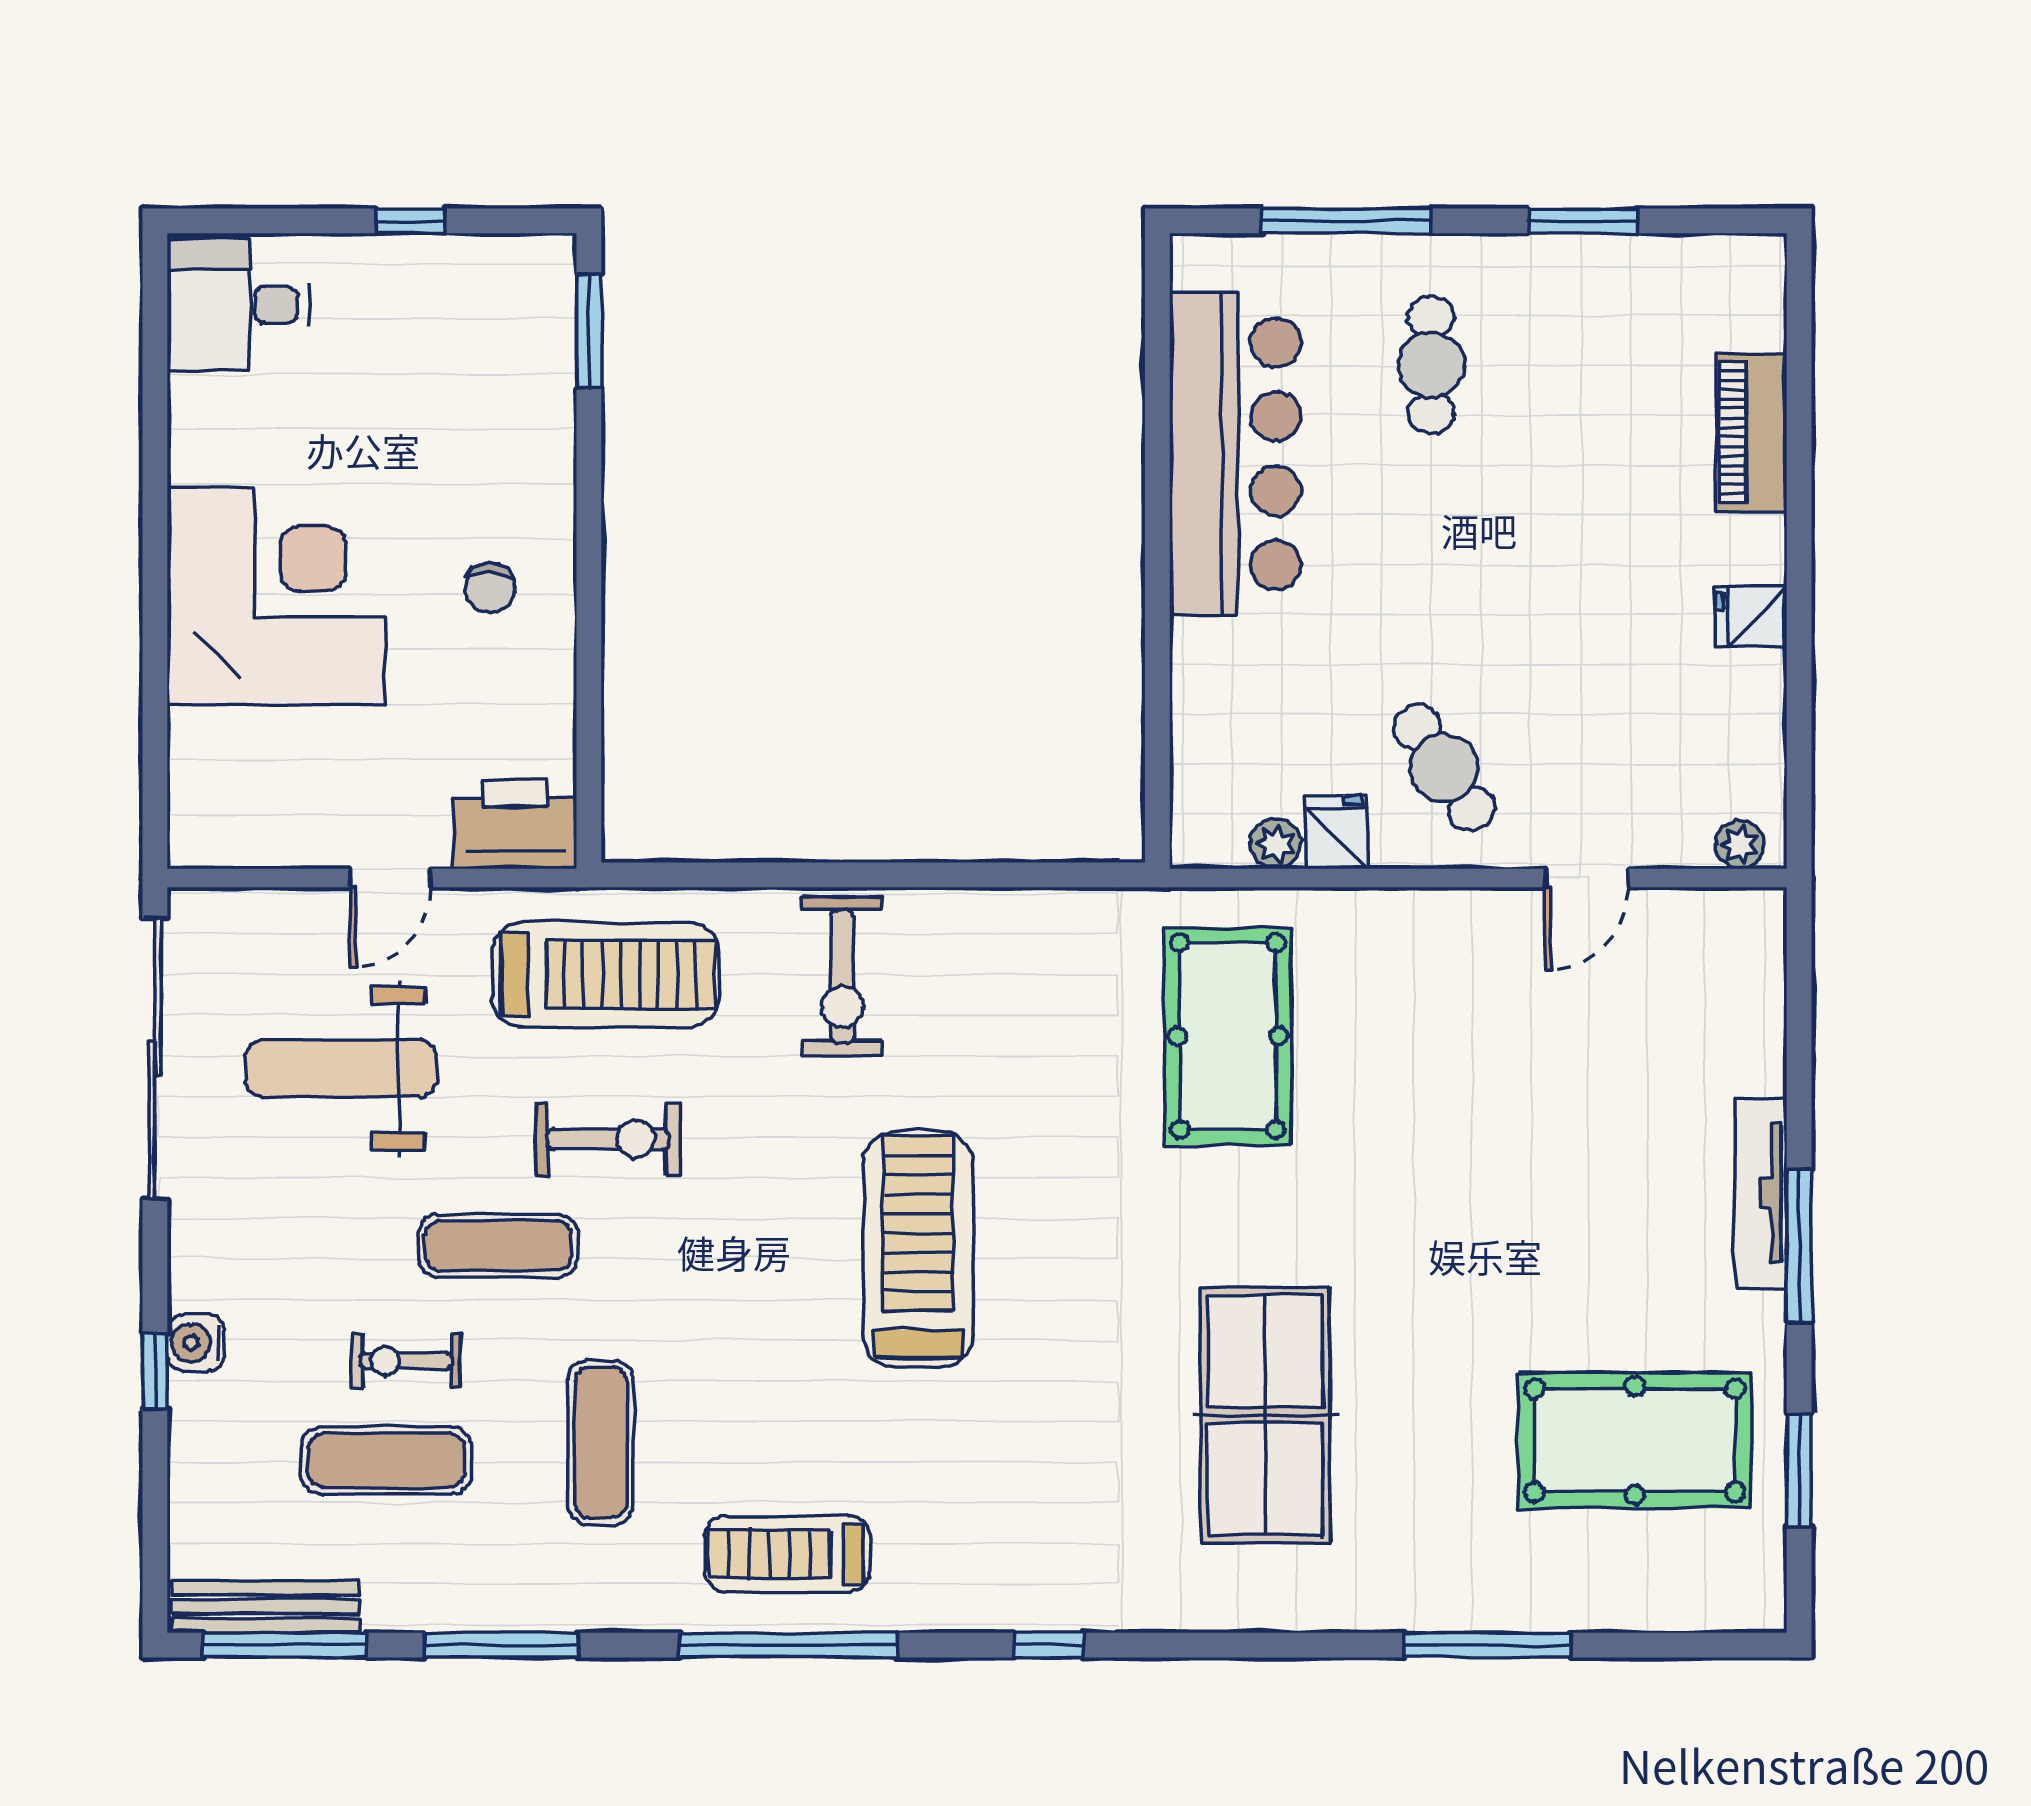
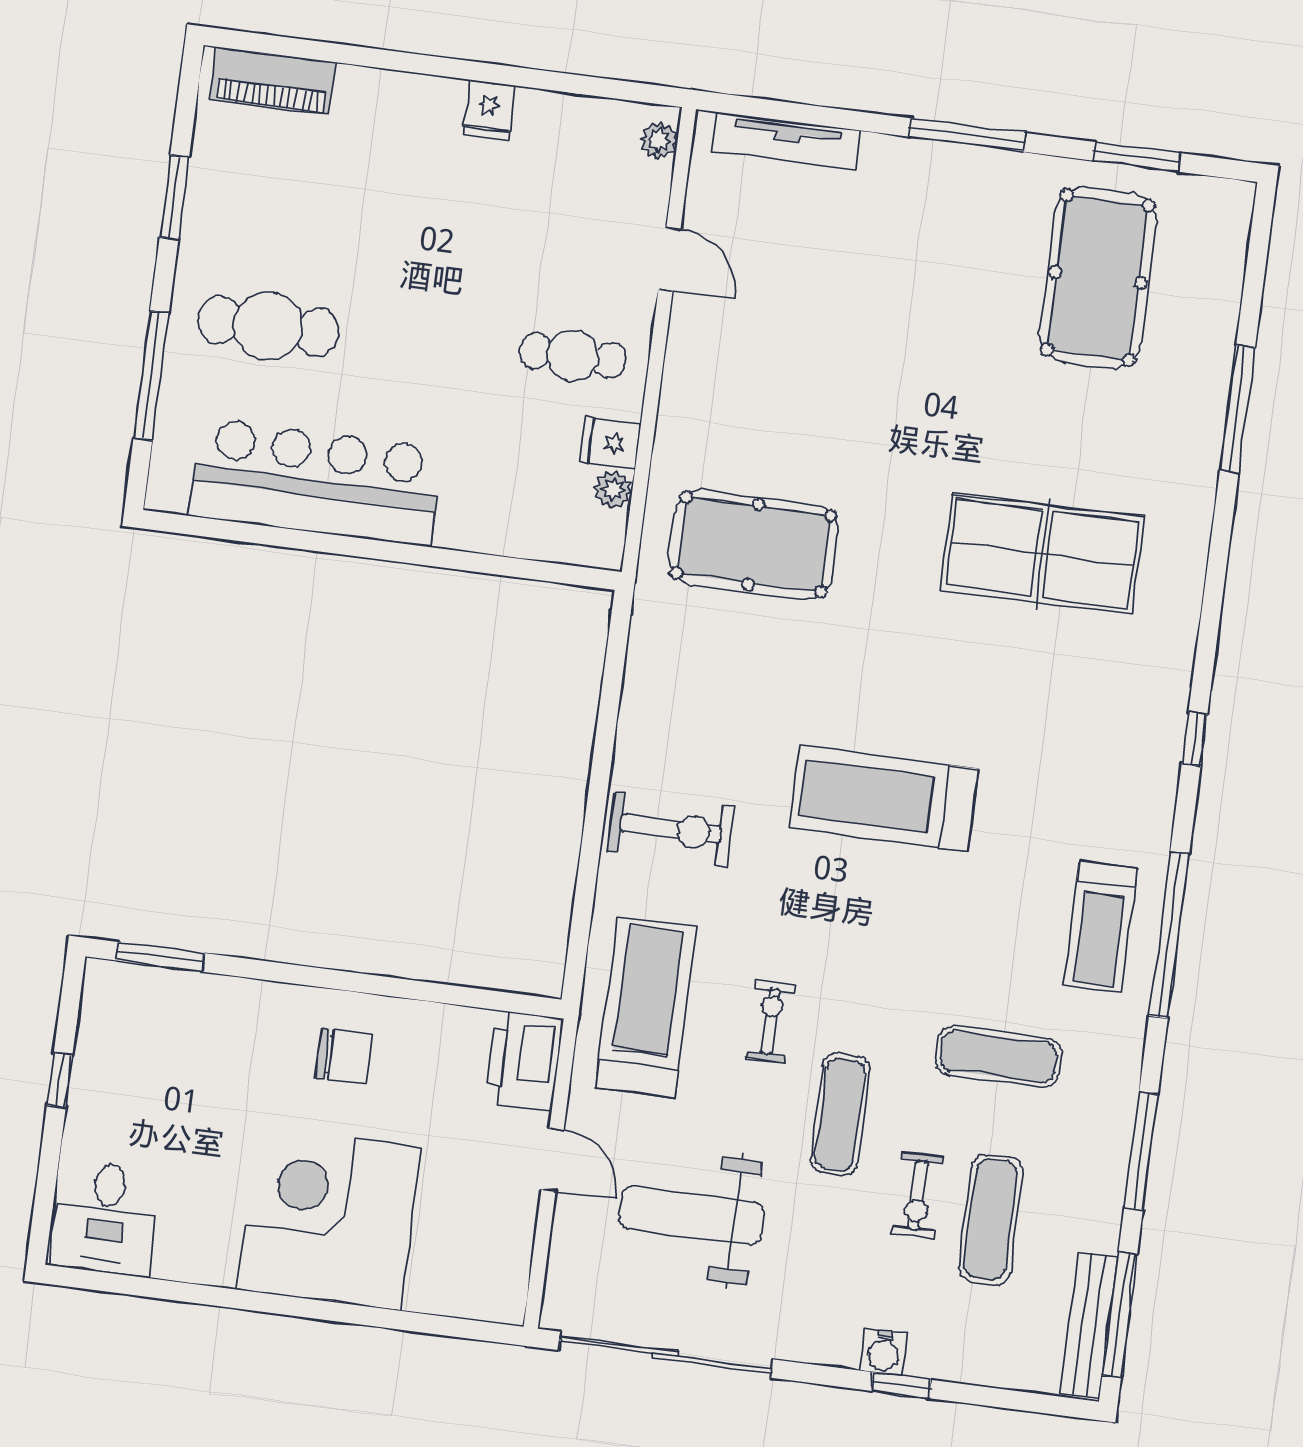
cafe table: (1431, 365) -> (268, 326), width x1.37, depth x1.35
piano: (1752, 432) -> (273, 81), moved
chair: (490, 588) -> (344, 1056), width x1.37, depth x1.37
cafe table: (1444, 768) -> (573, 356), turned 34
weight bench: (341, 1068) -> (691, 1215), turned 90
exercise bike: (608, 1139) -> (770, 1021), width x0.73, depth x0.72
tv unit: (1761, 1193) -> (787, 141), moved

